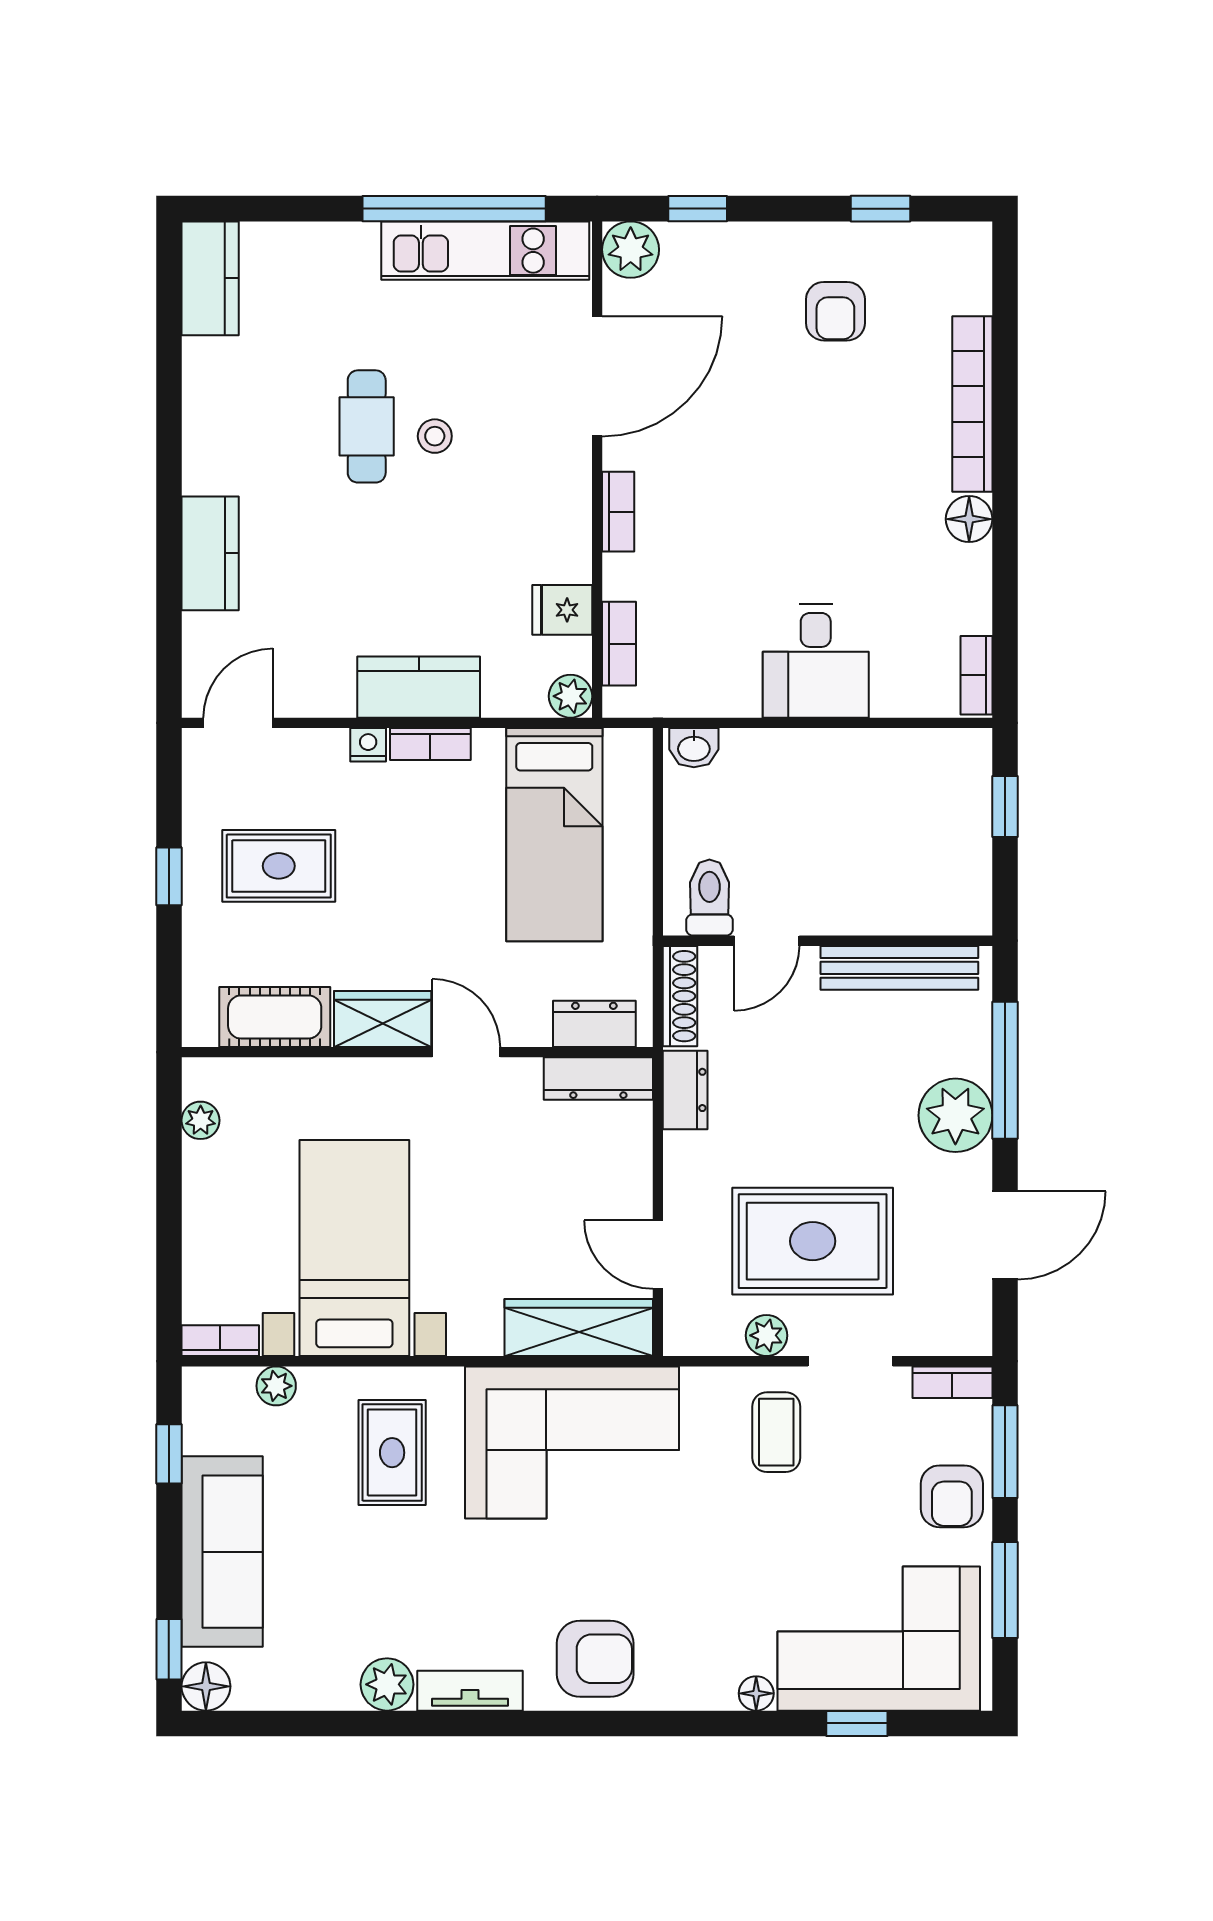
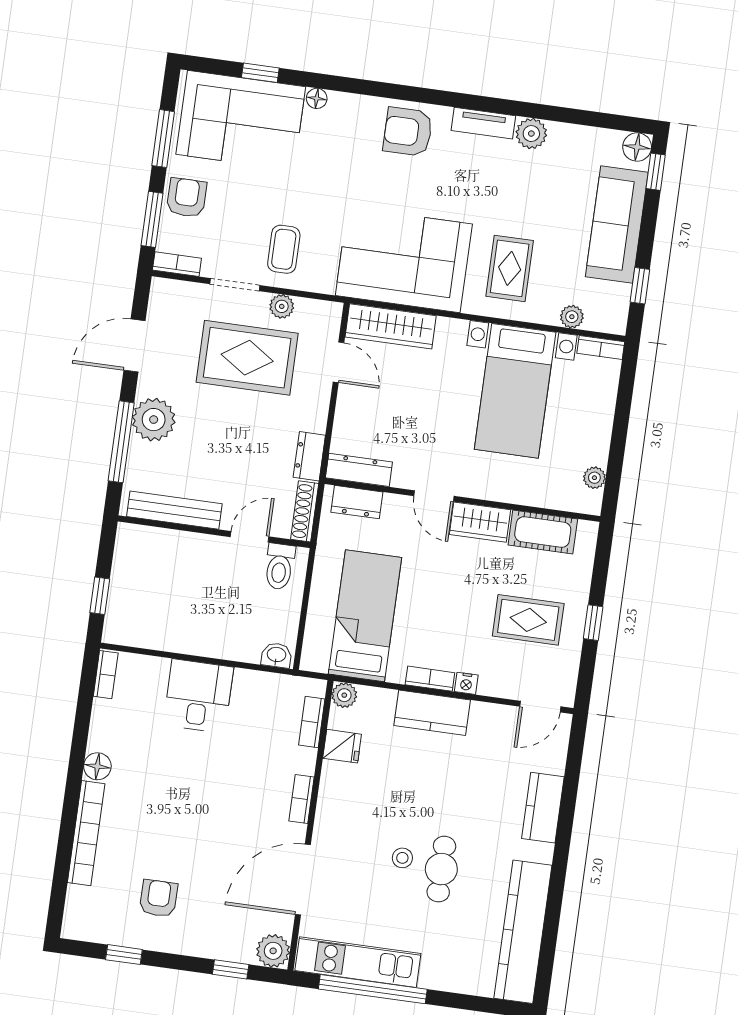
kitchen counter: (210, 278) -> (523, 932), width x2.08, depth x1.17

